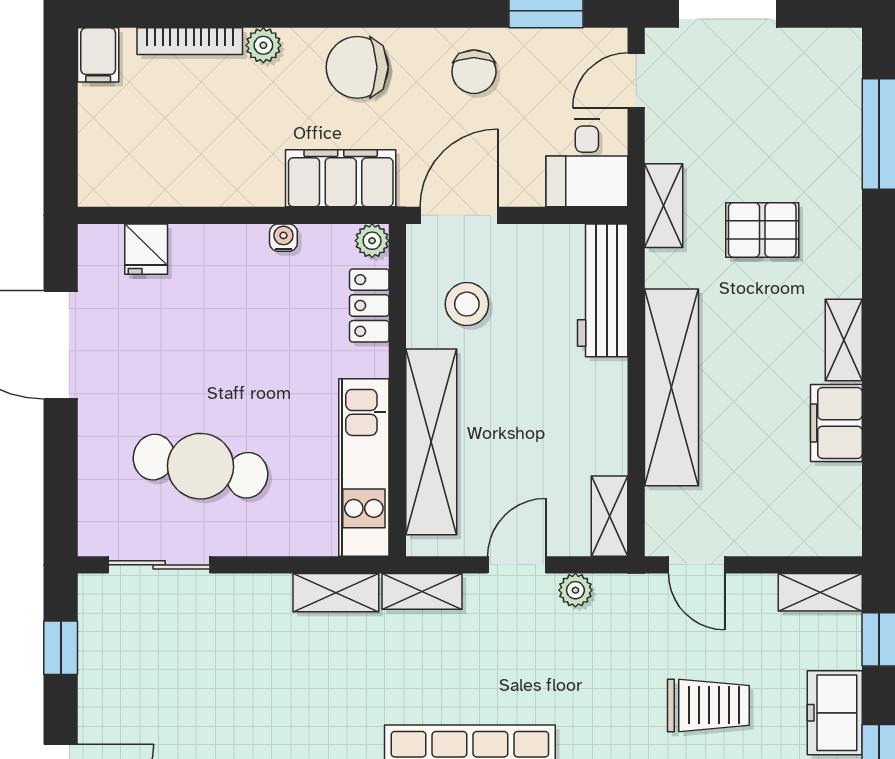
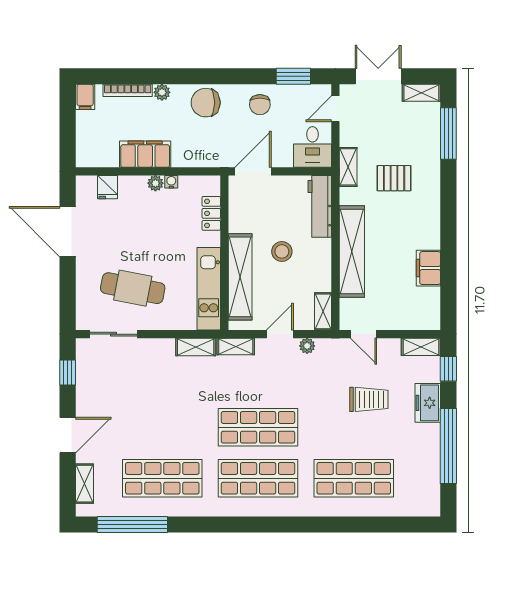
filing cabinet: (341, 178) -> (145, 154), moved
plant: (372, 241) -> (155, 183), moved
stool: (467, 304) -> (282, 251), moved
shelving: (844, 340) -> (421, 93), moved, turned 90

